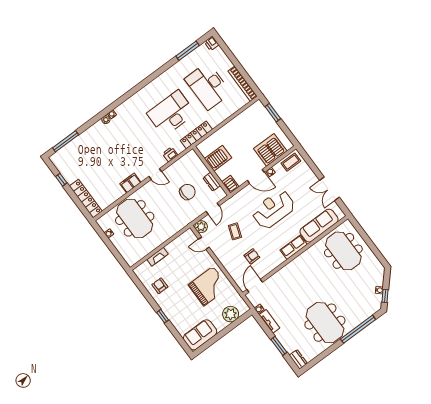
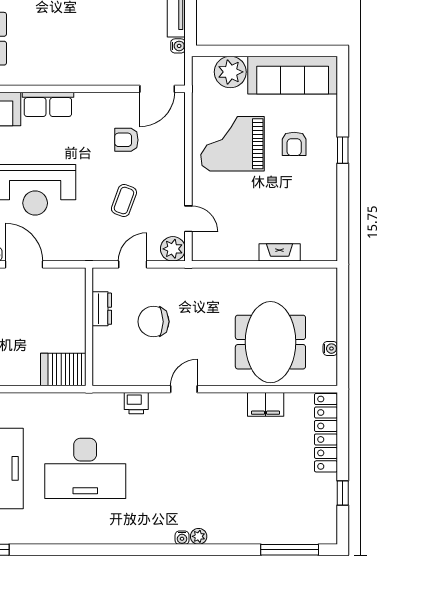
locker: (196, 135) -> (70, 403), removed
server rack: (218, 158) -> (63, 369), moved
door: (155, 174) -> (184, 389), hinge flipped
filing cabinet: (130, 183) -> (266, 404), moved
server rack: (230, 184) -> (75, 282), removed
armchair: (160, 286) -> (294, 144), moved
sofa: (200, 335) -> (293, 75), width x1.36

